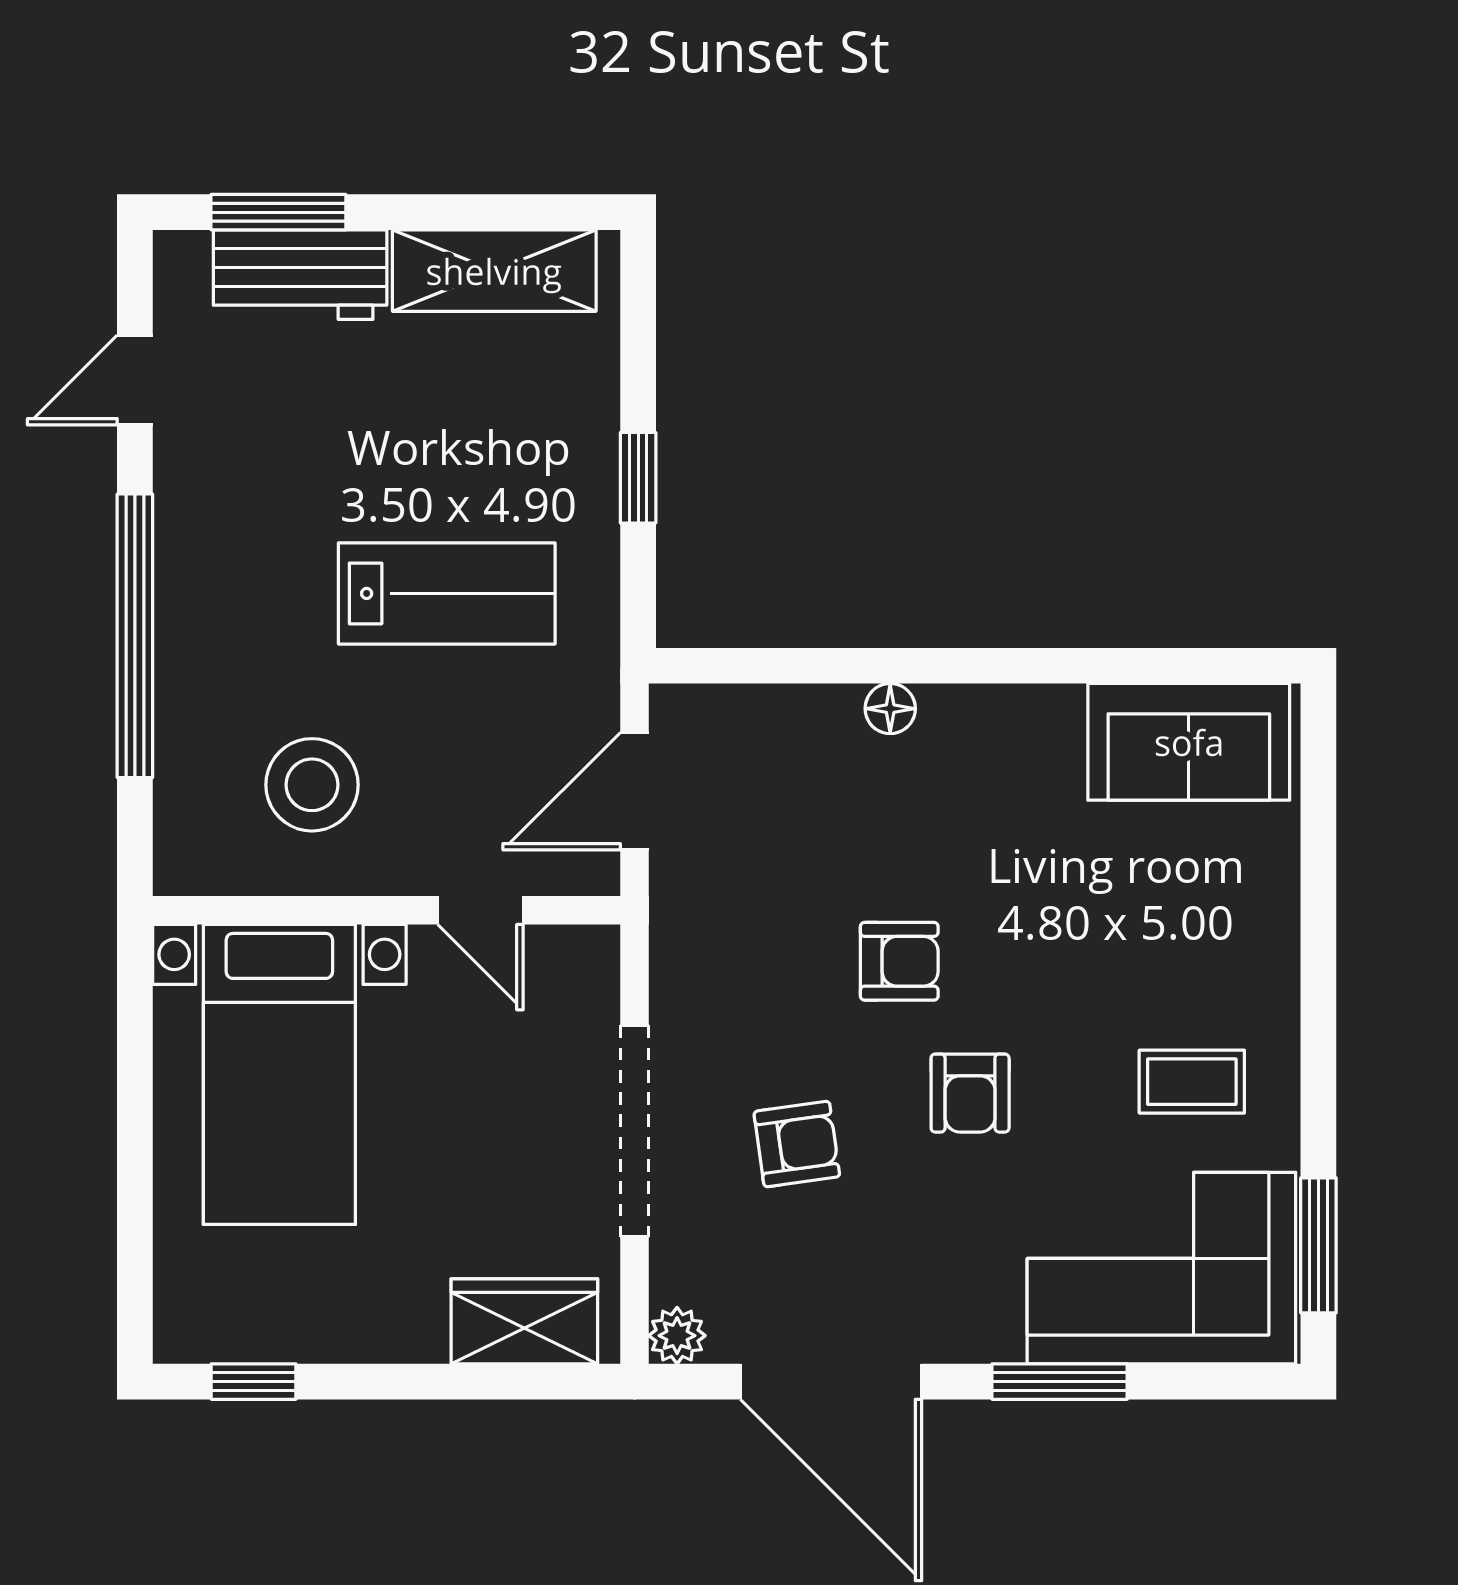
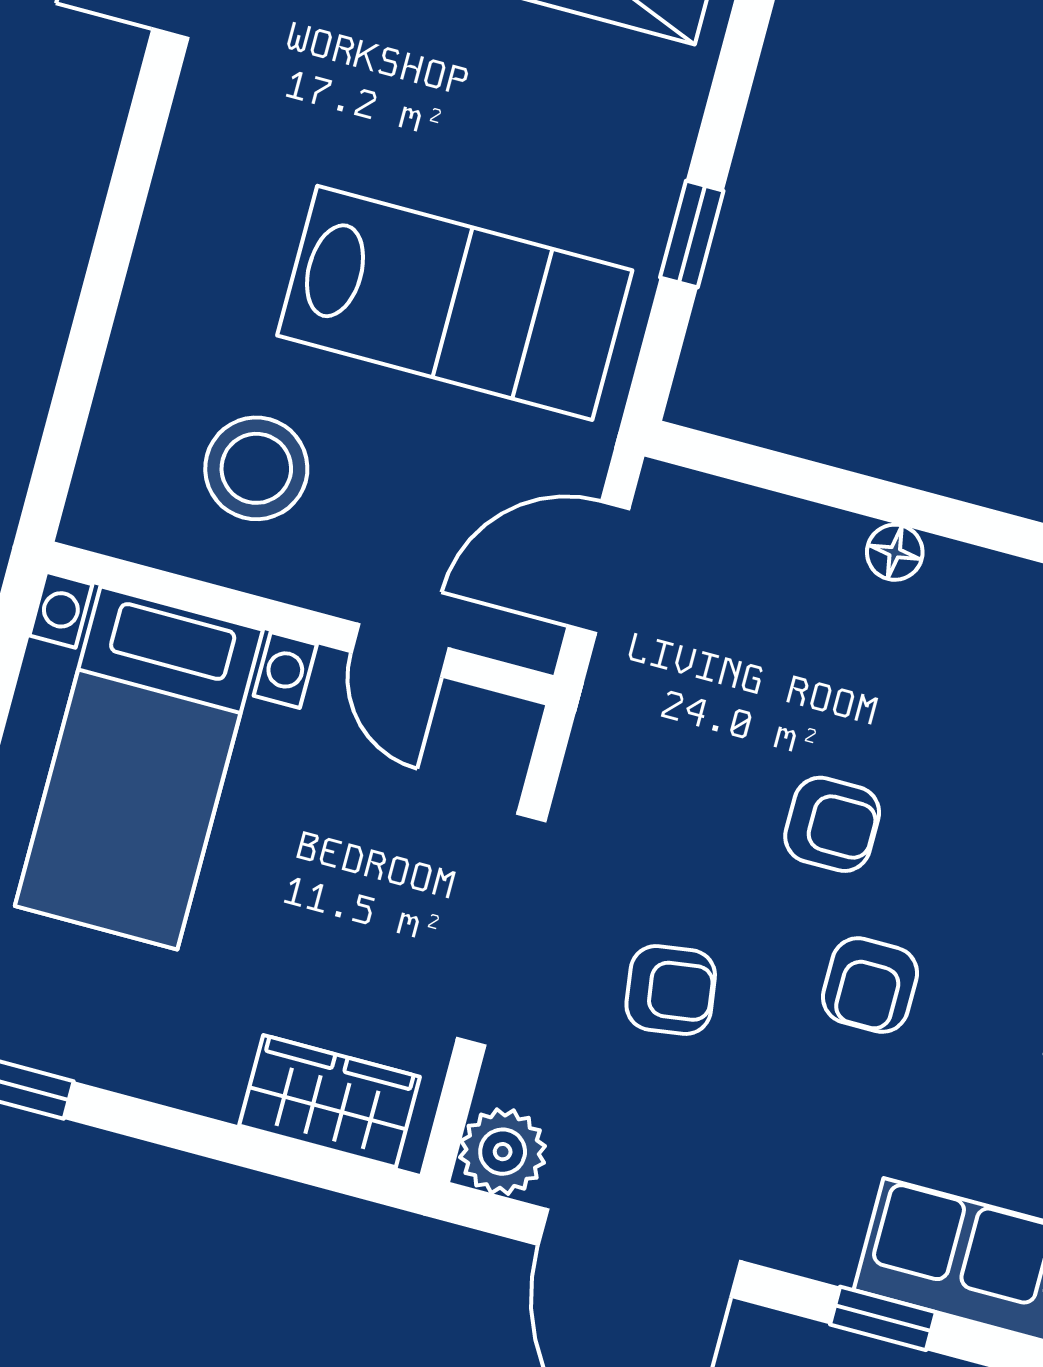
lab bench: (447, 593) -> (455, 303), width x1.36, depth x1.39
window: (135, 636) -> (110, 259), removed
plant: (677, 1336) -> (503, 1152), width x1.38, depth x1.38
window: (1060, 1382) -> (883, 1318), width x0.67

